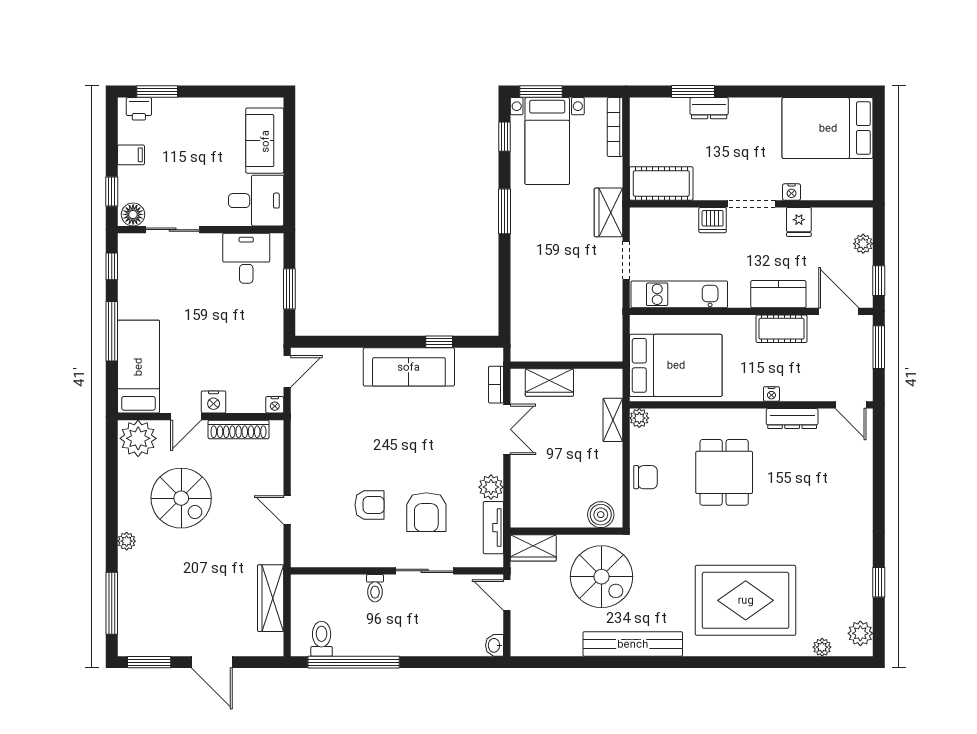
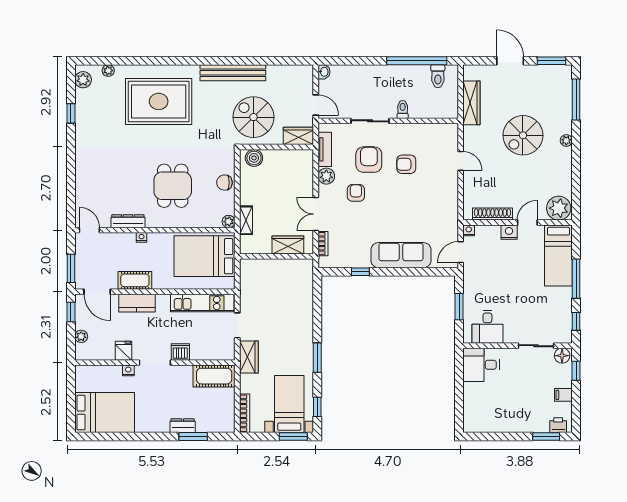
sofa: (265, 141) -> (475, 404), removed
sofa: (409, 367) -> (401, 255), moved
armchair: (446, 461) -> (356, 193), added
spiral stairs: (181, 498) -> (523, 135), moved, turned -90

